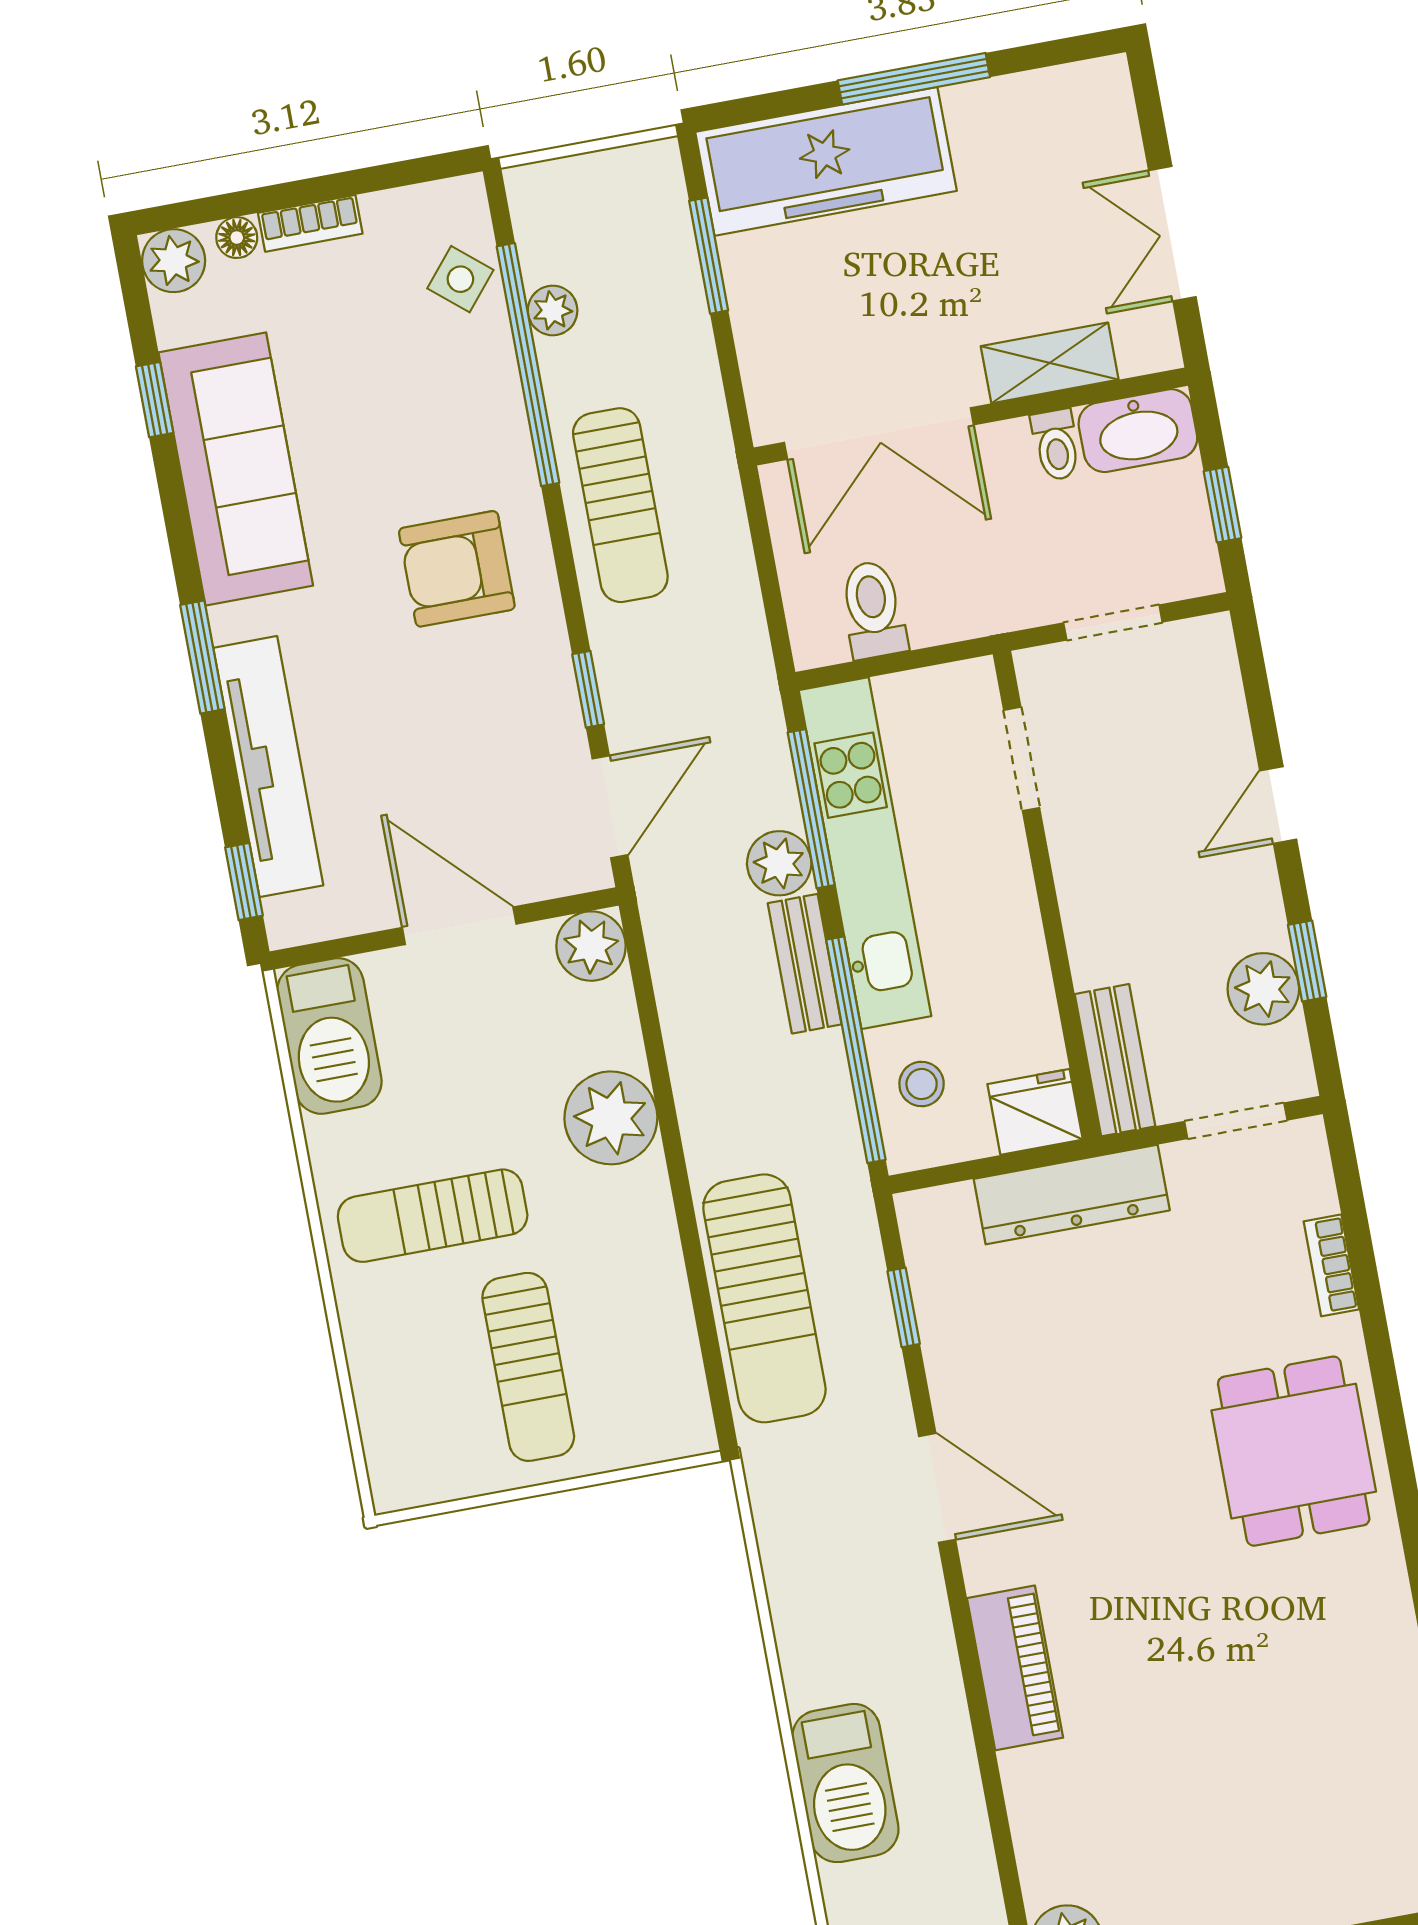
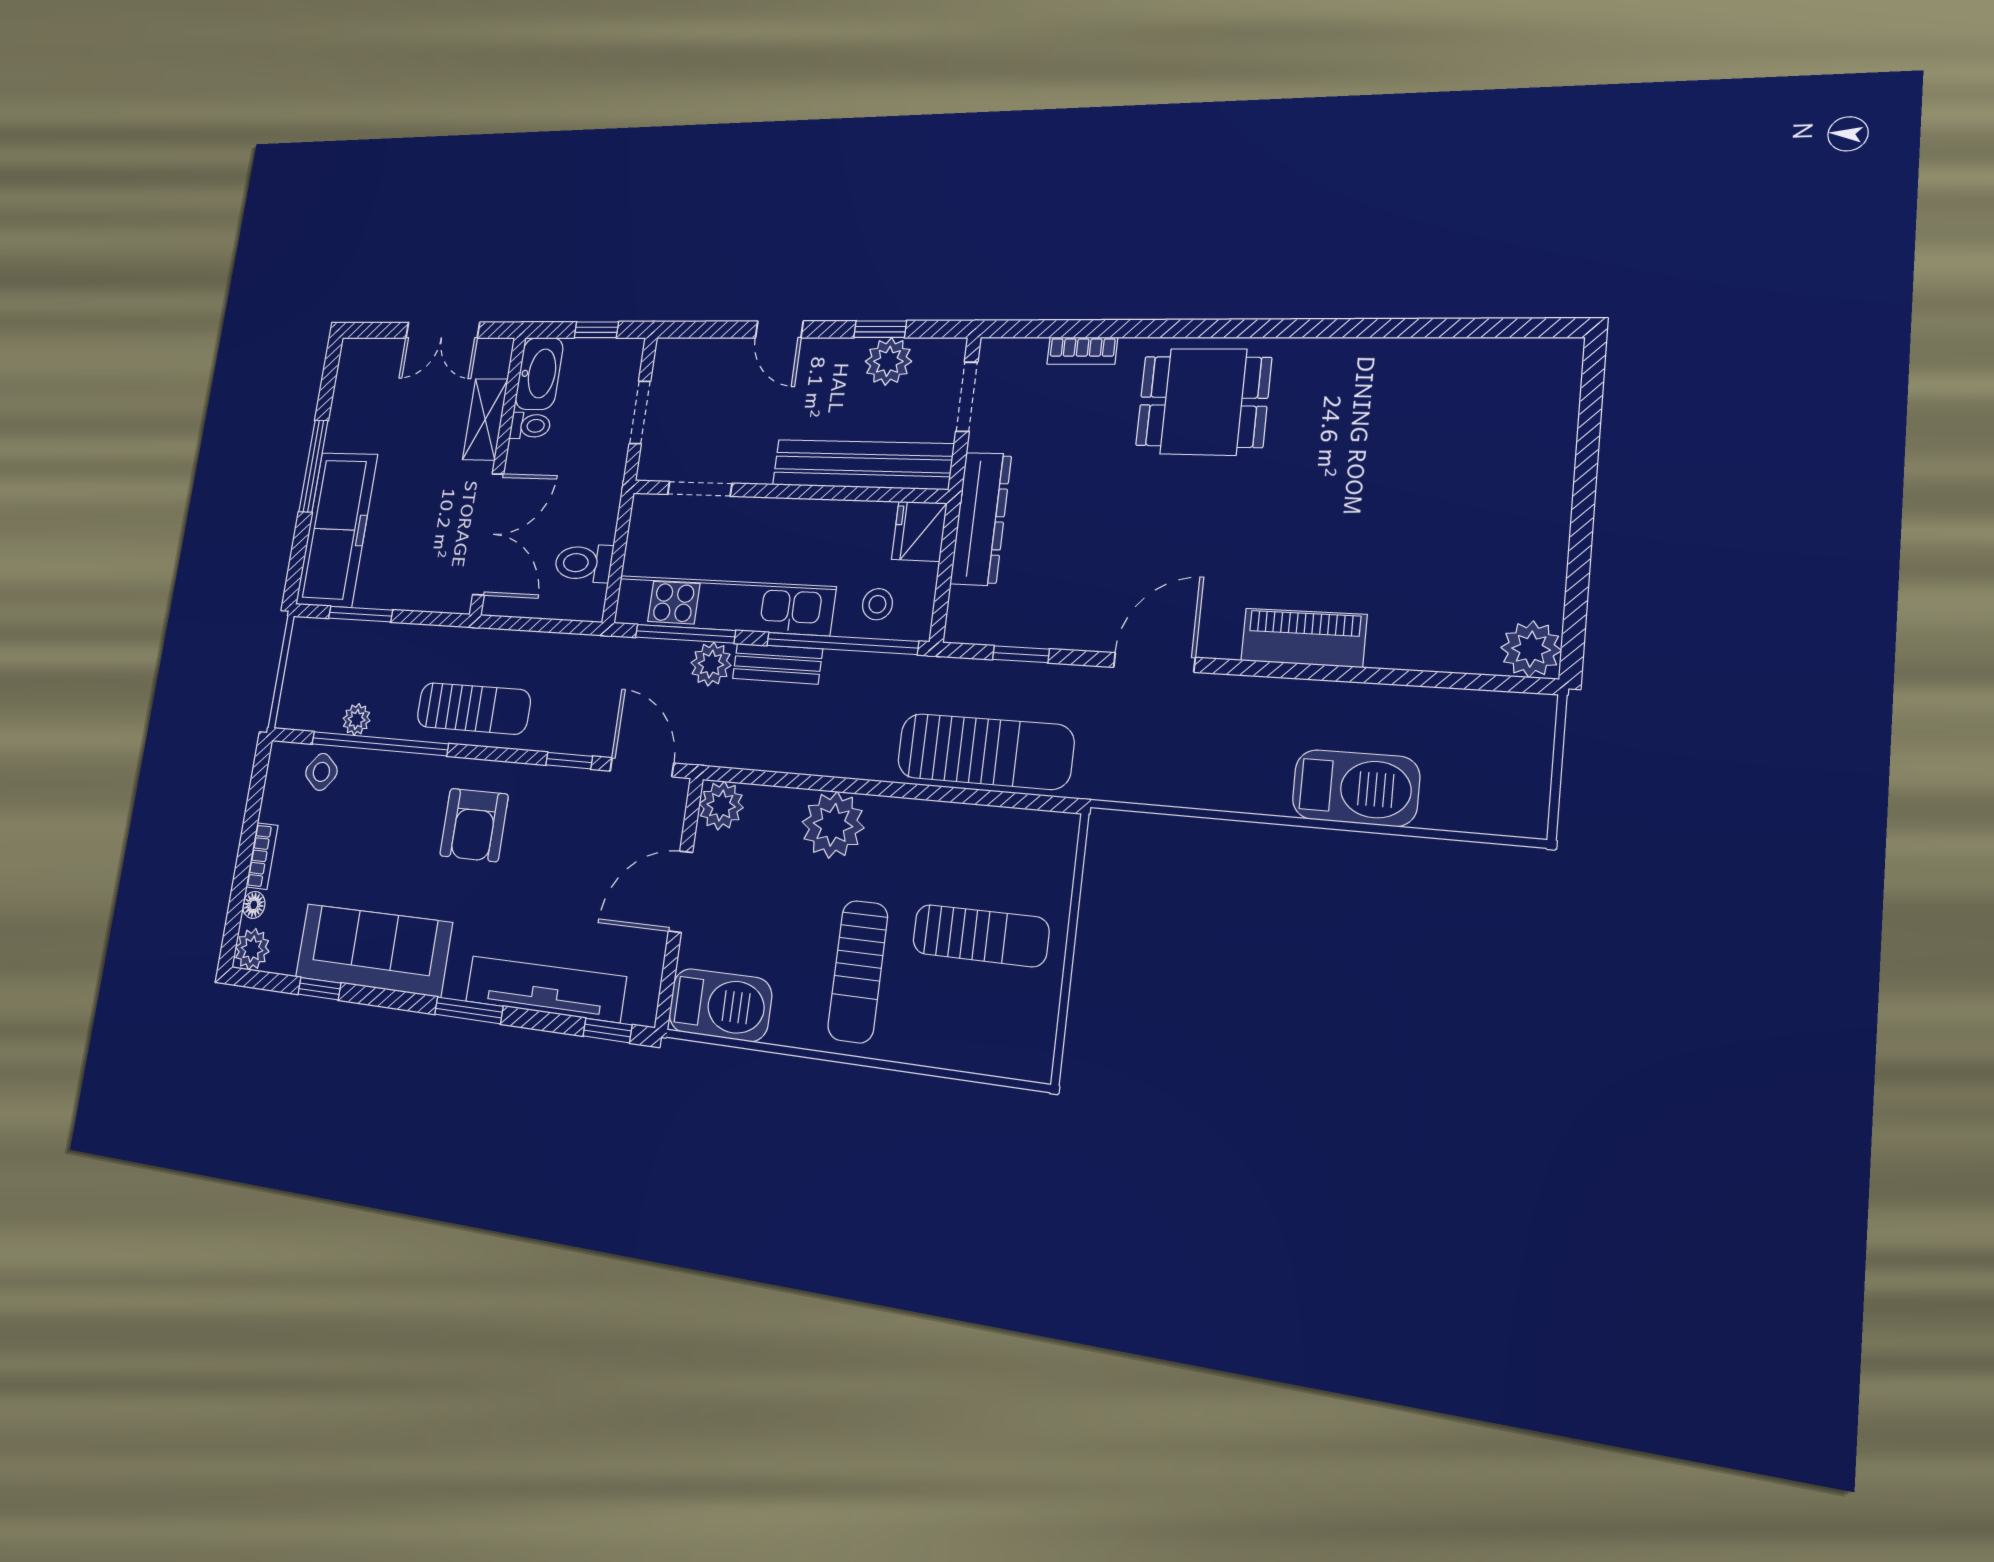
bench: (1115, 1060) -> (862, 464), width x1.86, depth x1.21

